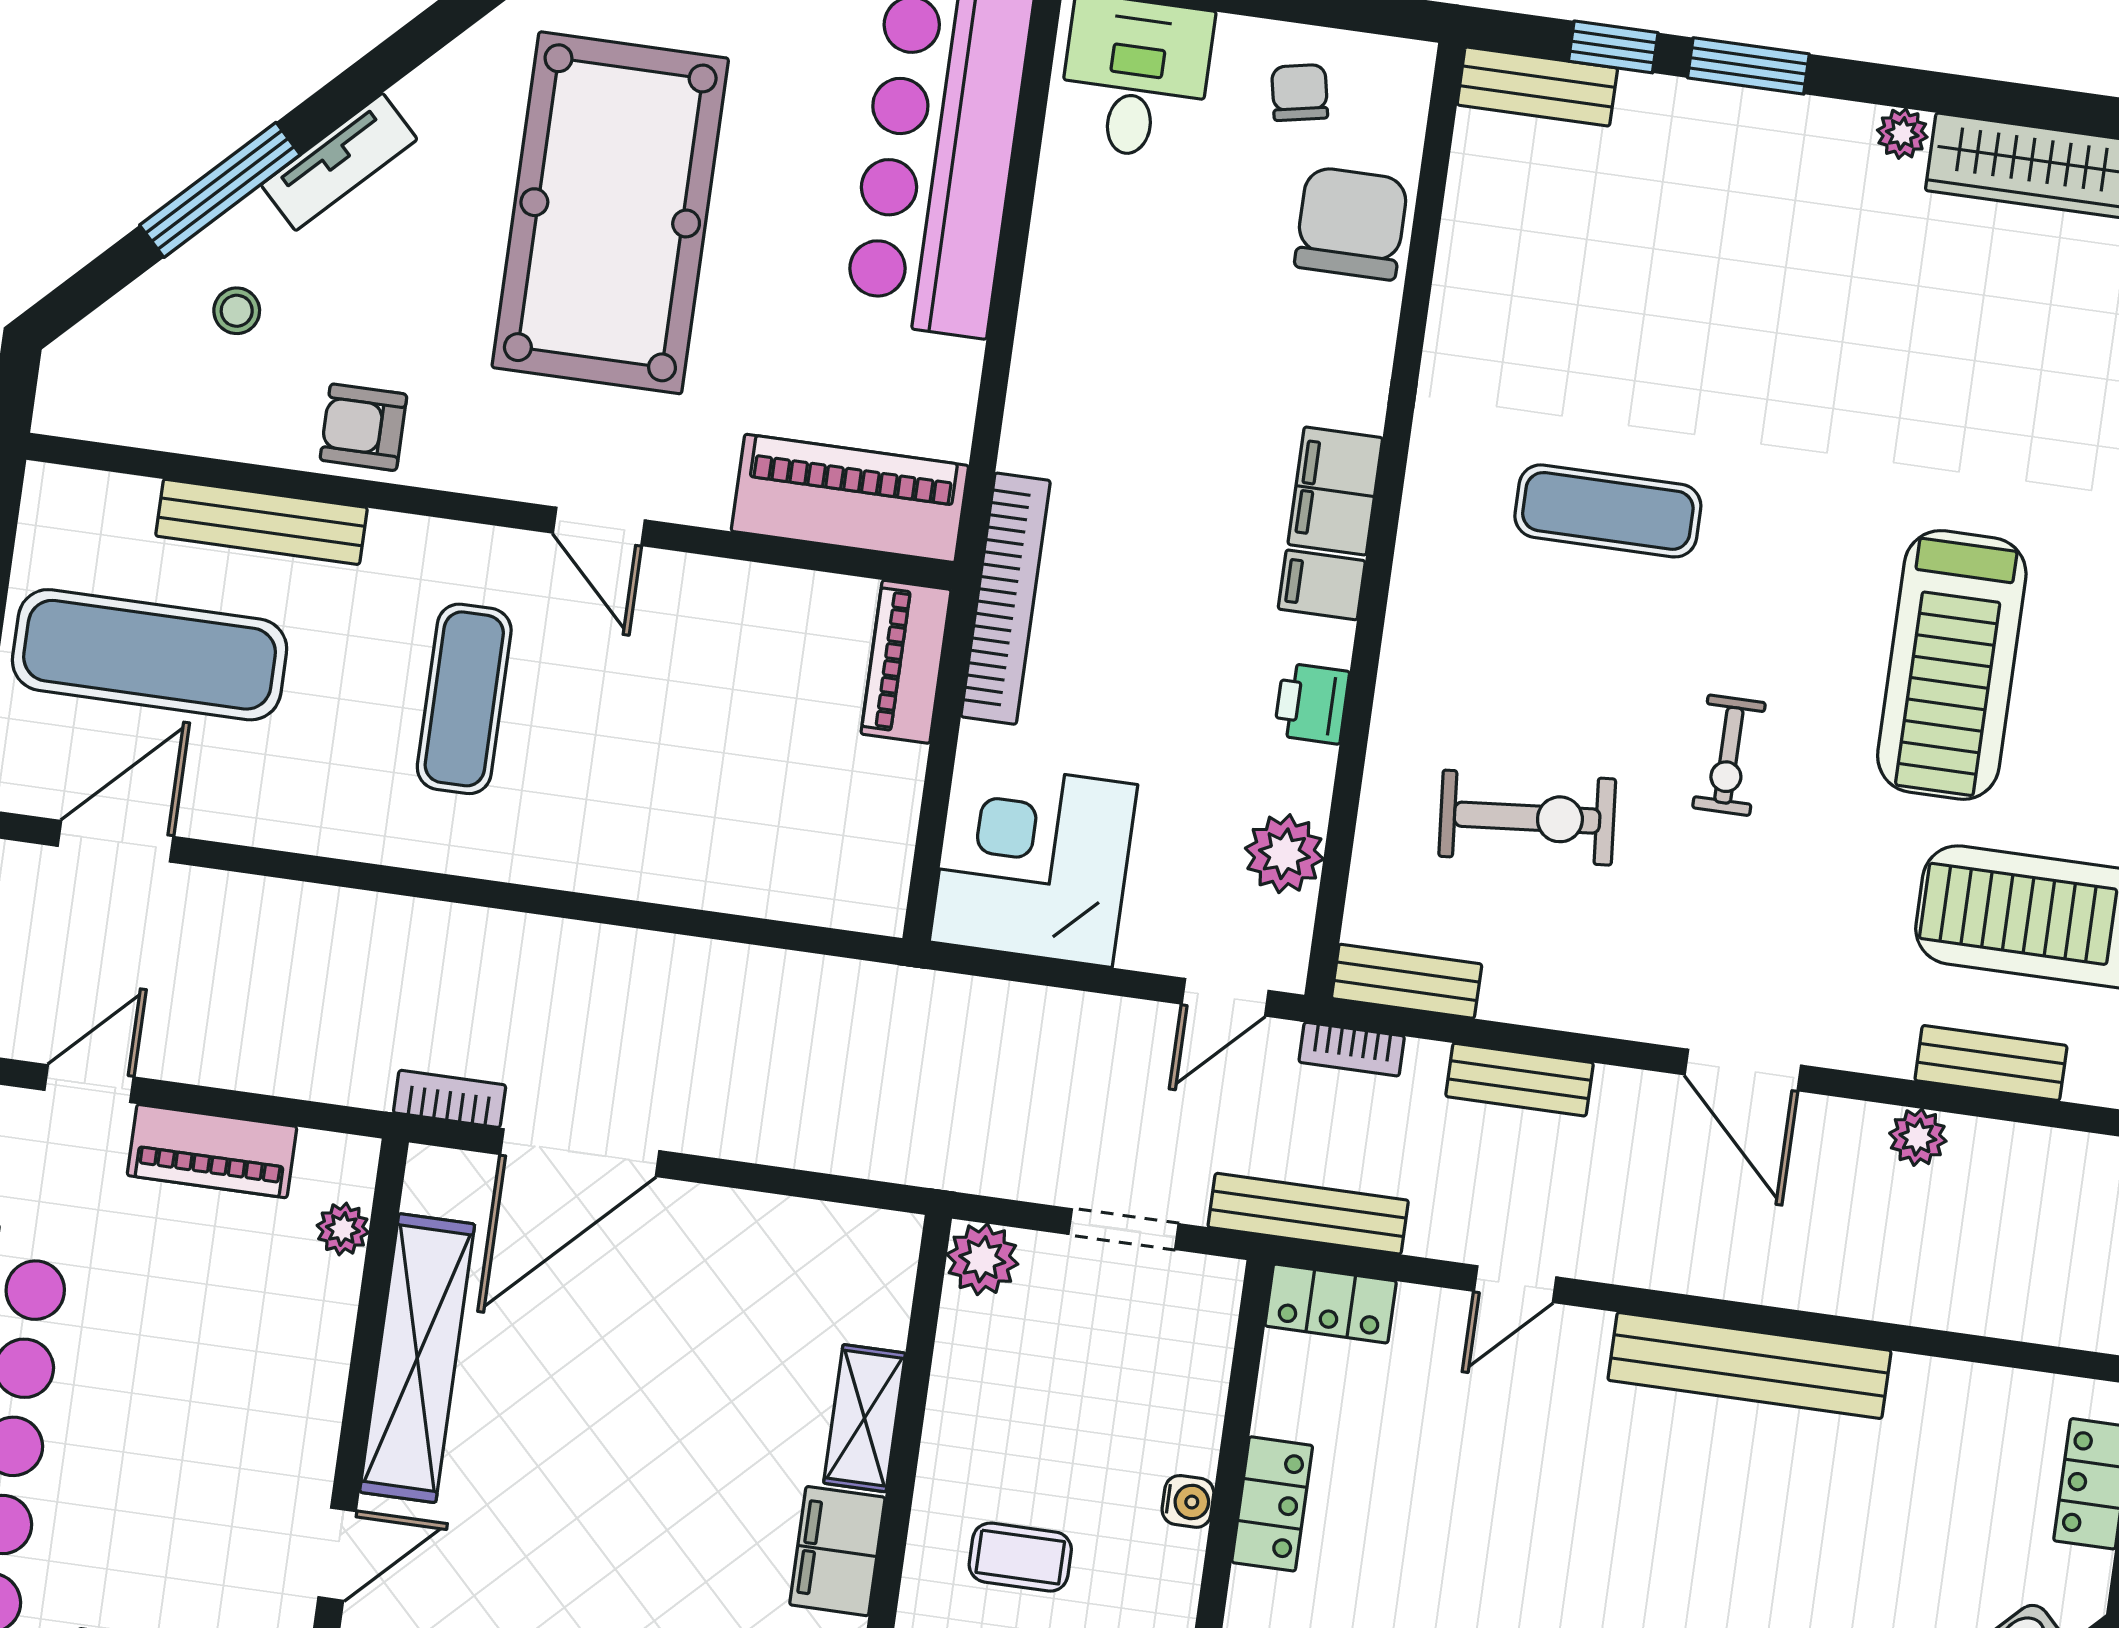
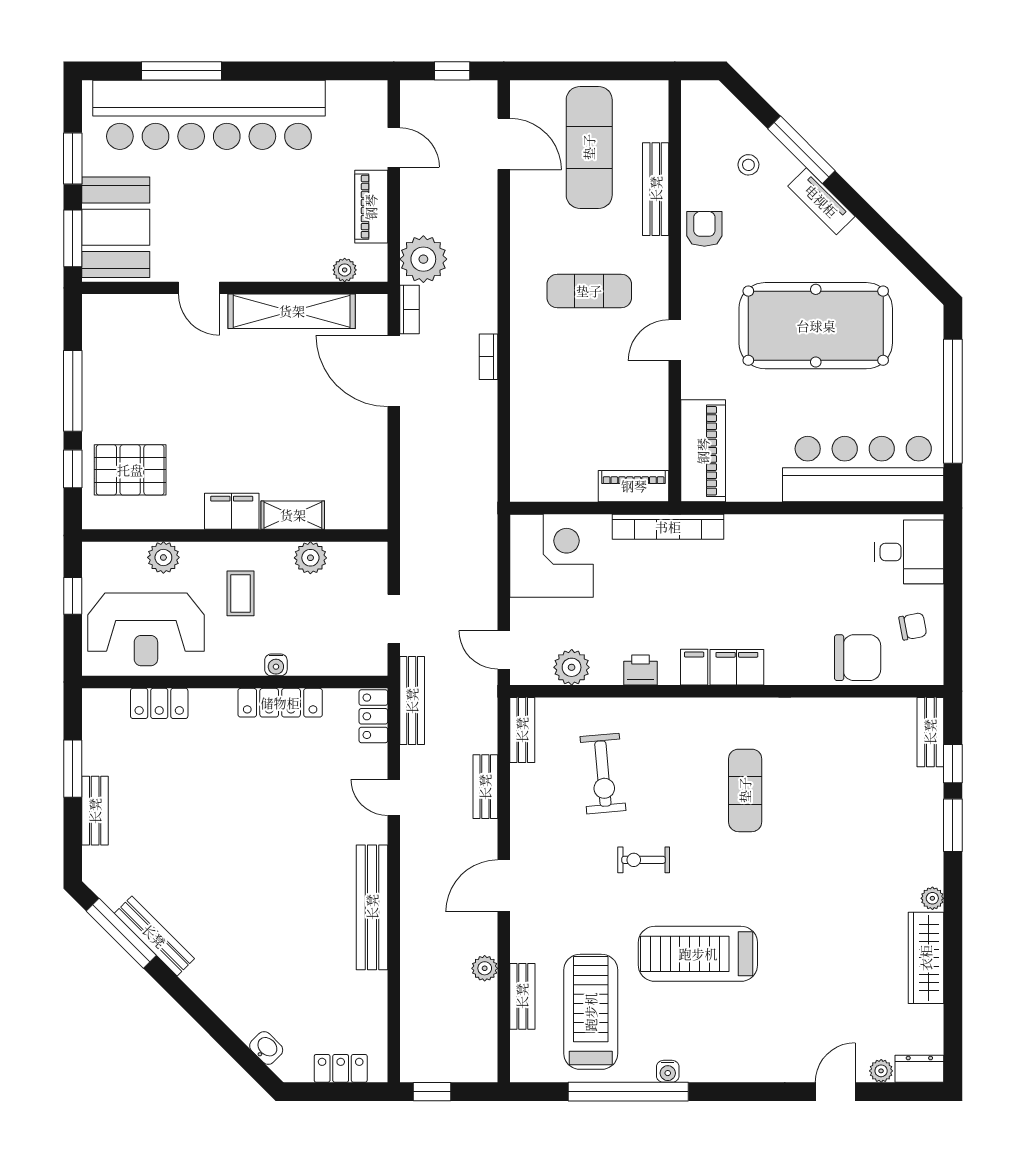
bookcase: (1352, 1049) -> (488, 357), moved
plant: (343, 1053) -> (423, 259), added
plant: (982, 1259) -> (310, 558), moved
locker: (1272, 1504) -> (280, 703), width x1.53

